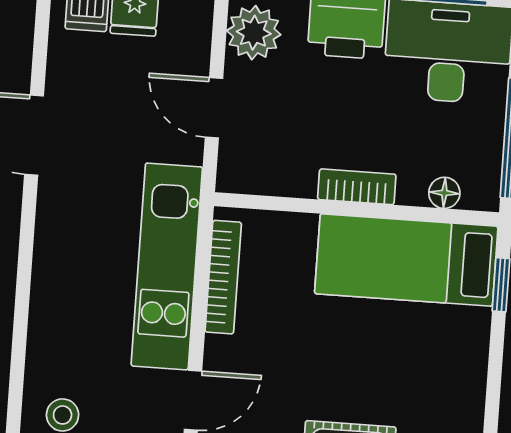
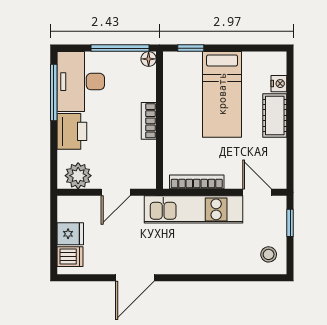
floor lamp: (444, 193) -> (149, 59), moved
bed: (406, 260) -> (222, 94), moved

